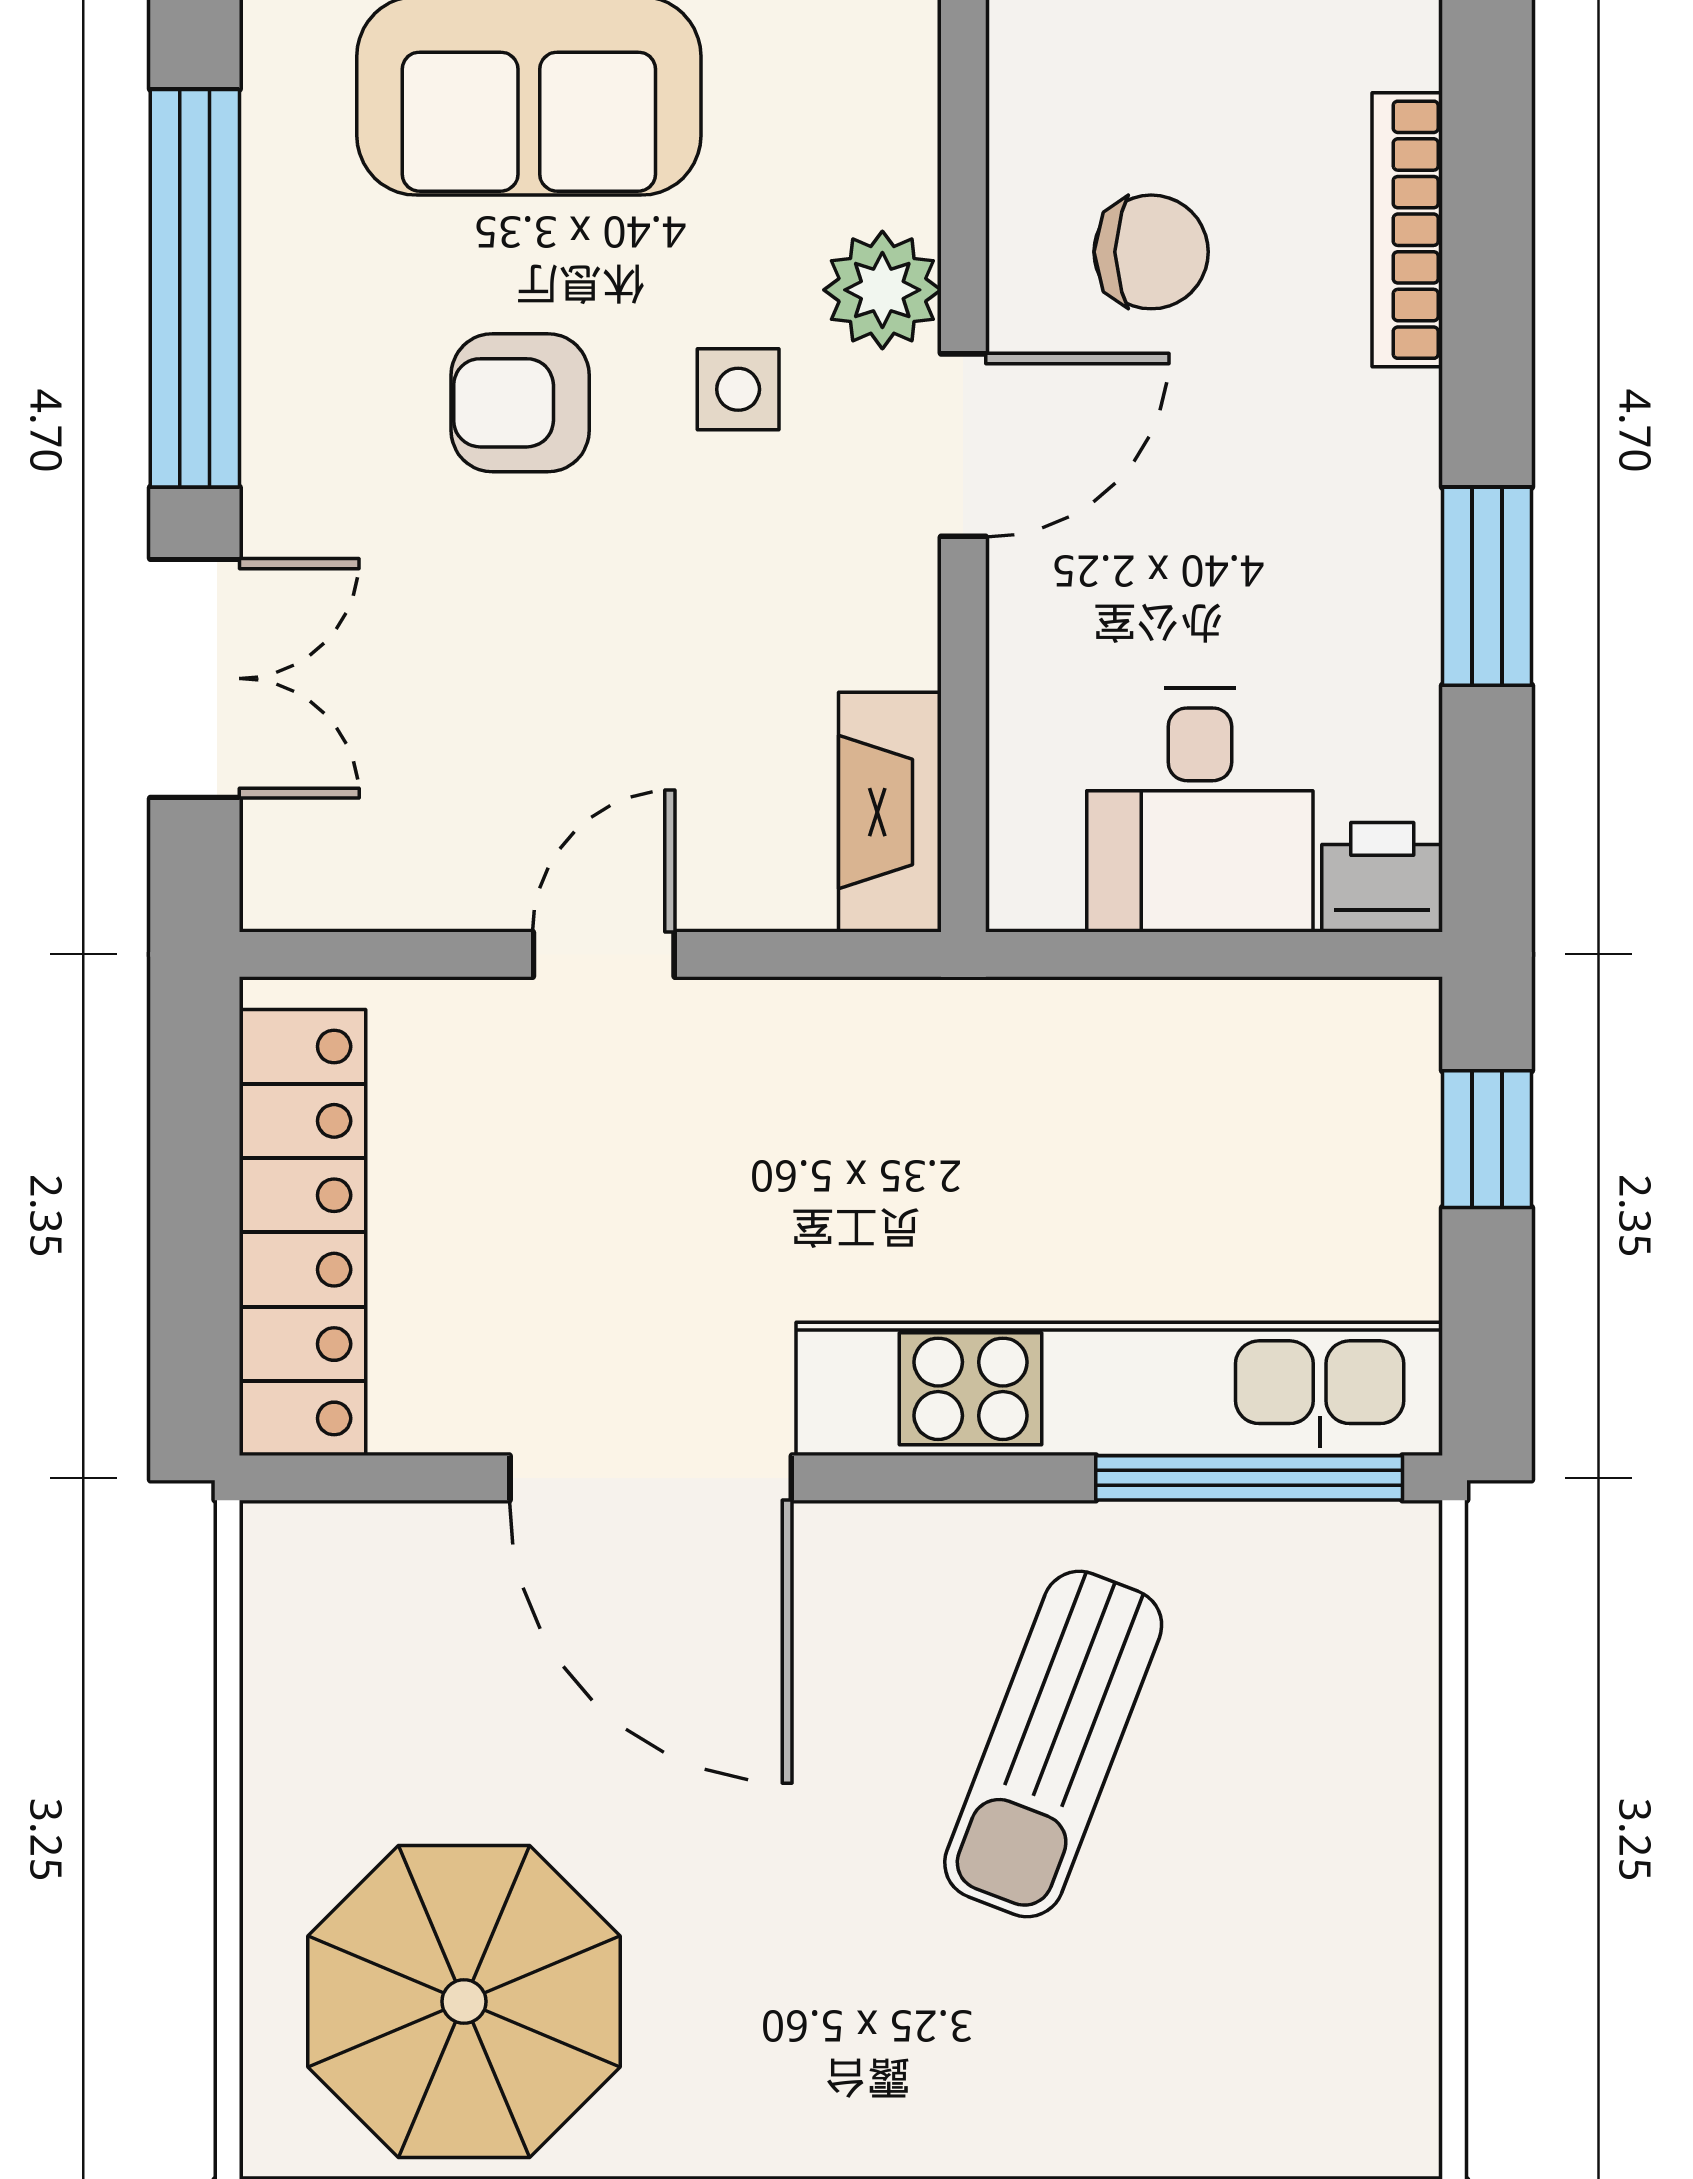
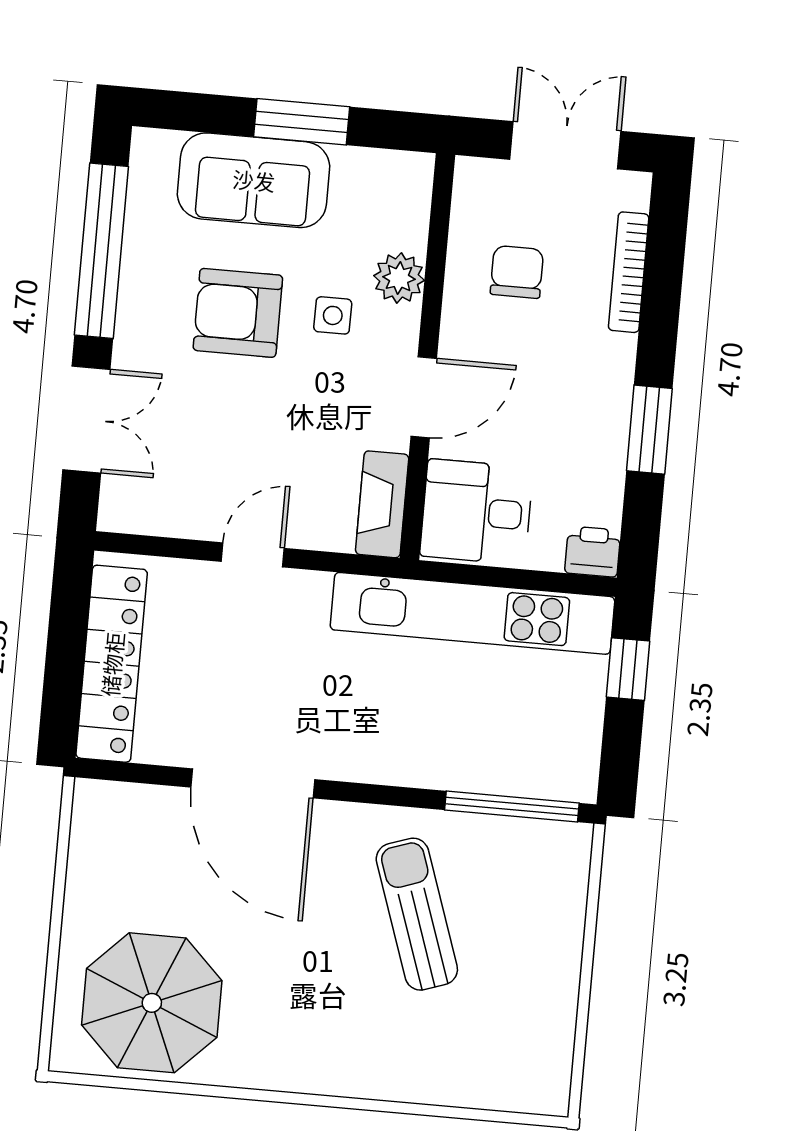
chair: (1151, 252) -> (517, 272), turned -90
armchair: (520, 403) -> (238, 313), width x1.38, depth x1.38
door: (963, 445) -> (424, 397), moved
desk: (1200, 810) -> (476, 512), moved, turned 90
kitchen unit: (1119, 1389) -> (472, 613), moved, turned 180
sun lounger: (1053, 1744) -> (417, 914), turned 140

